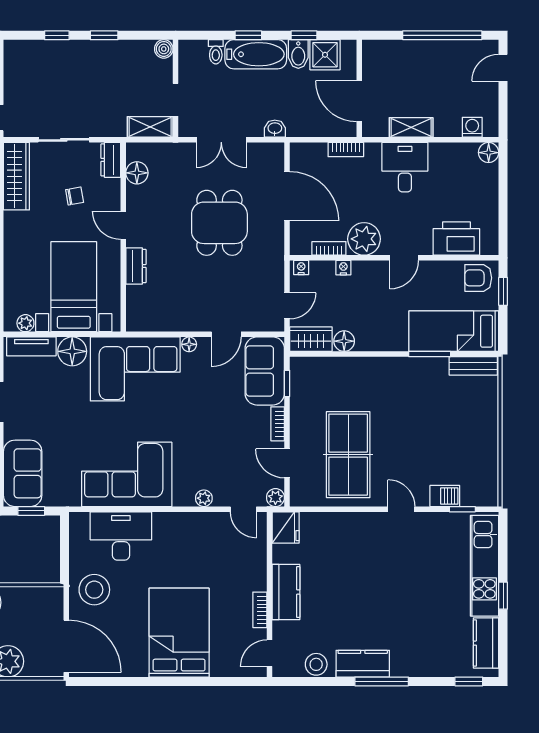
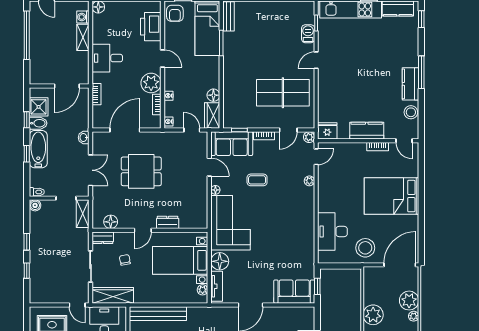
toilet: (216, 52) -> (37, 192), moved
shelving: (411, 127) -> (83, 37), moved
coffee table: (205, 412) -> (257, 180), added
corner sofa: (127, 474) -> (295, 228), removed

